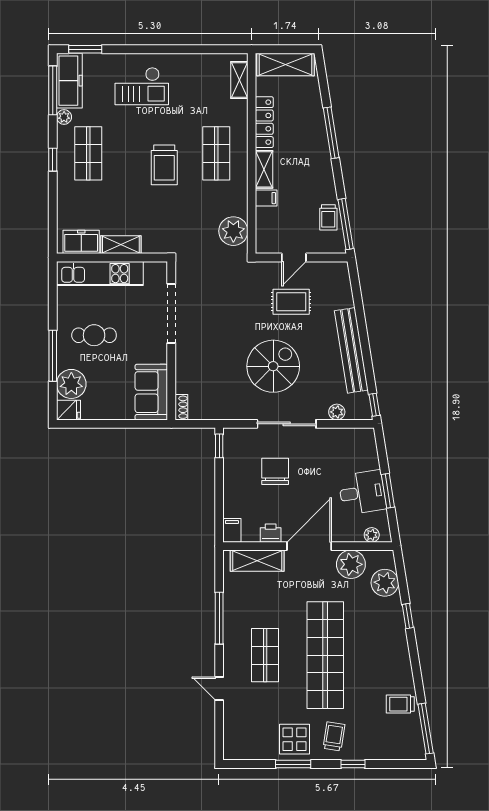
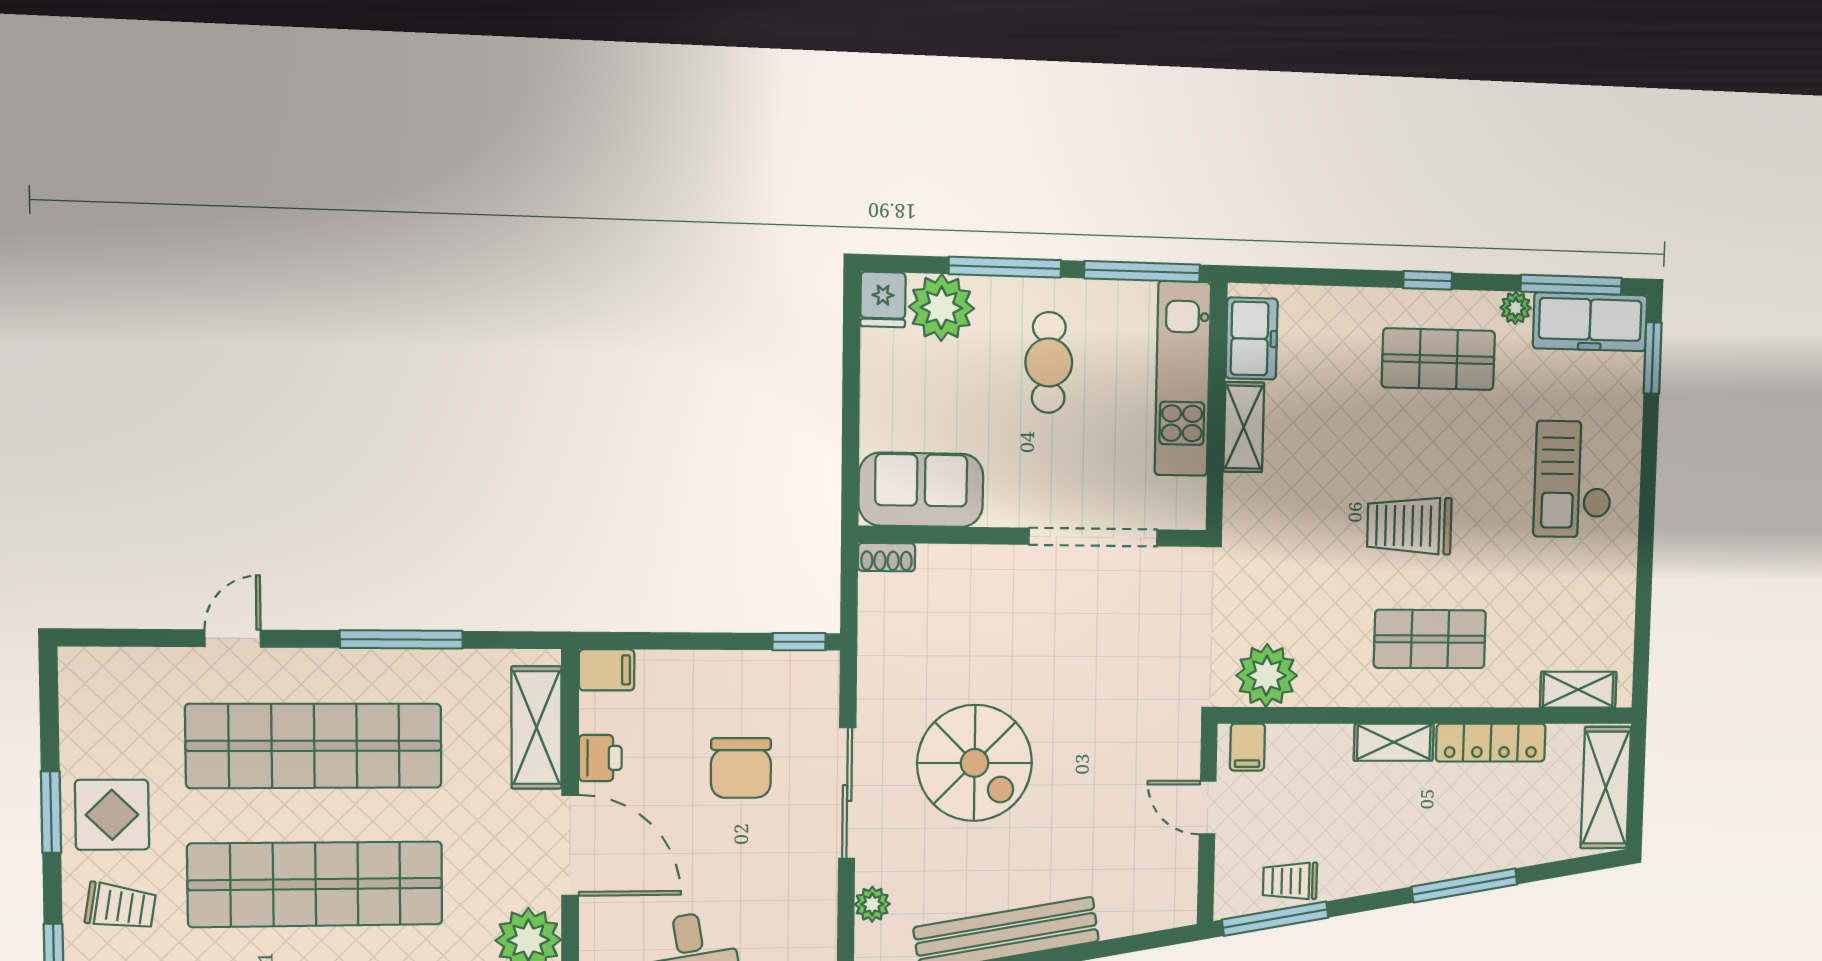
filing cabinet: (266, 198) -> (1247, 747), moved
window: (53, 293) -> (1142, 271), added
rug: (291, 302) -> (1113, 802), removed
chair: (275, 471) -> (741, 768), turned 90
shop shelf: (265, 655) -> (314, 746), width x2.00, depth x1.36

